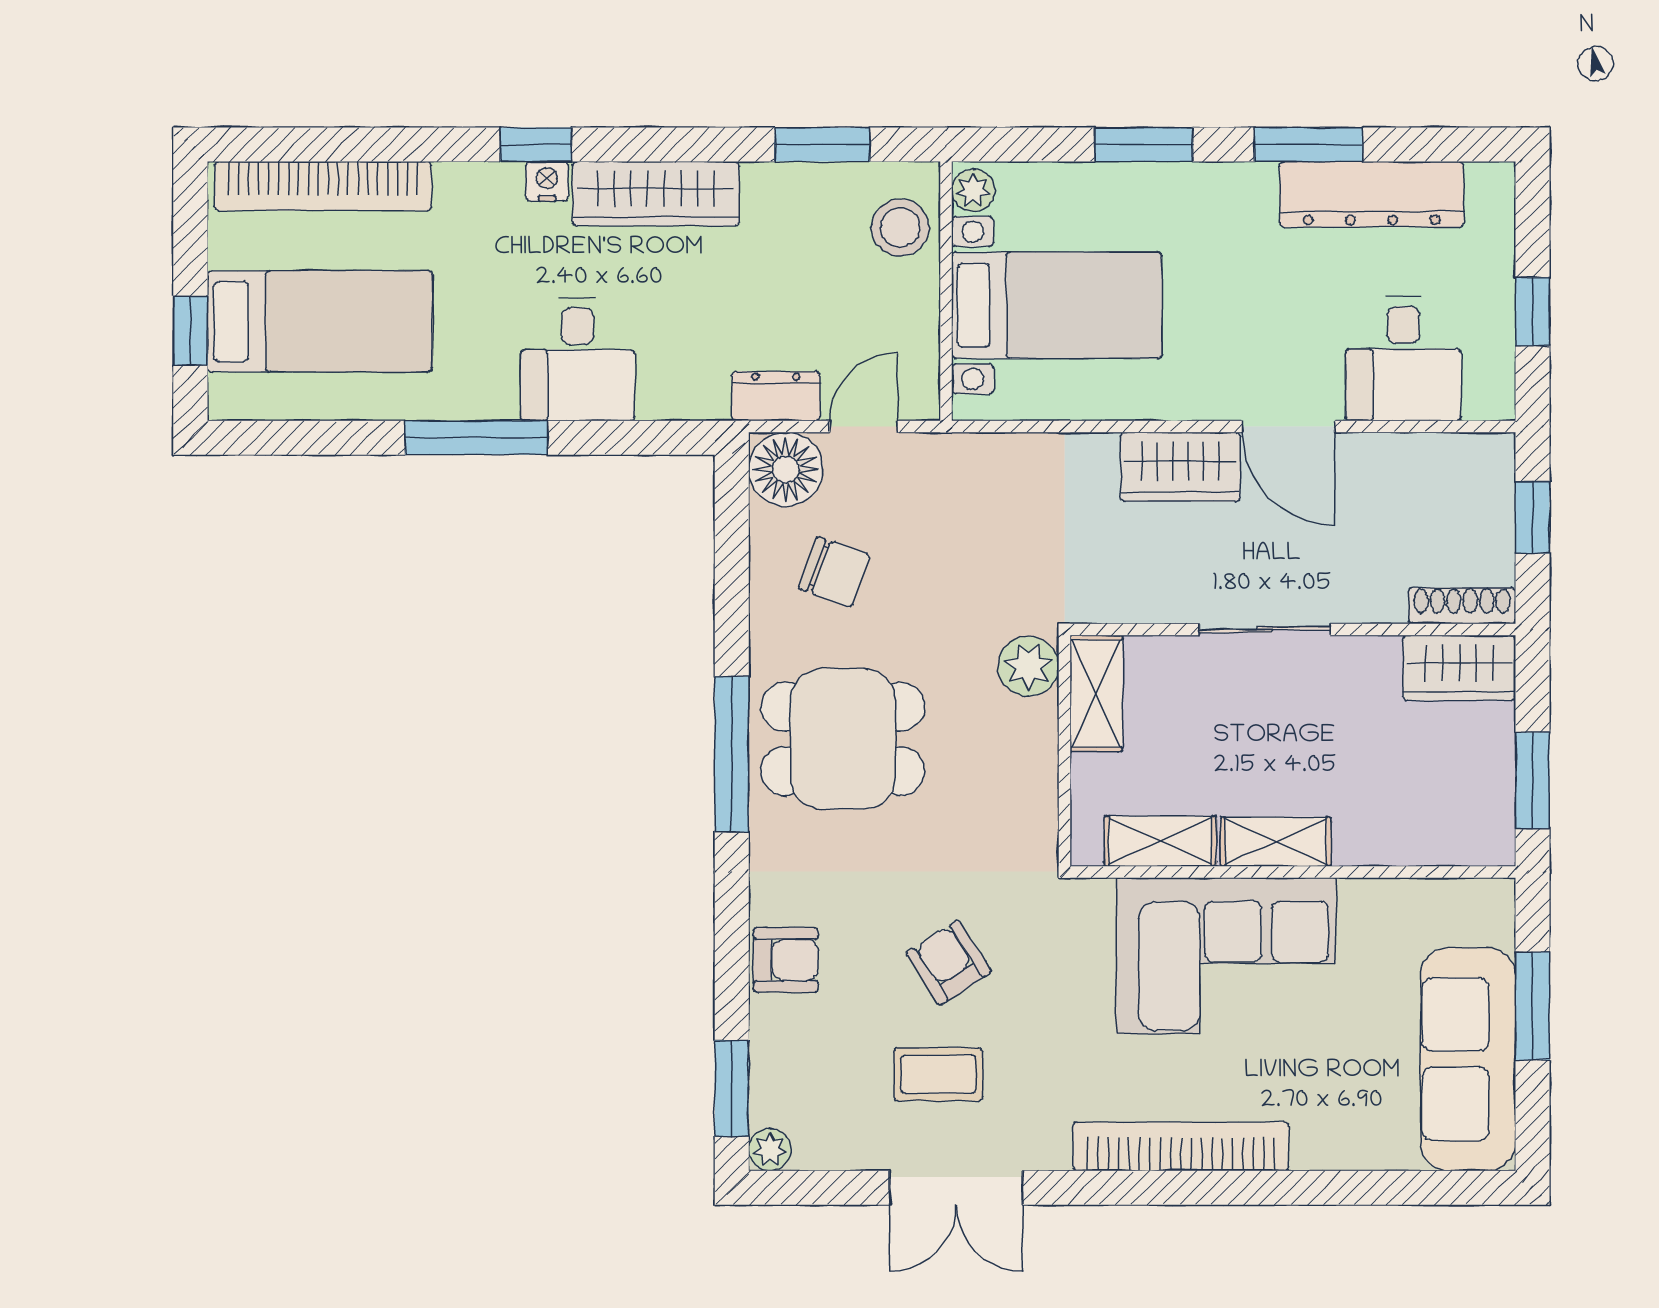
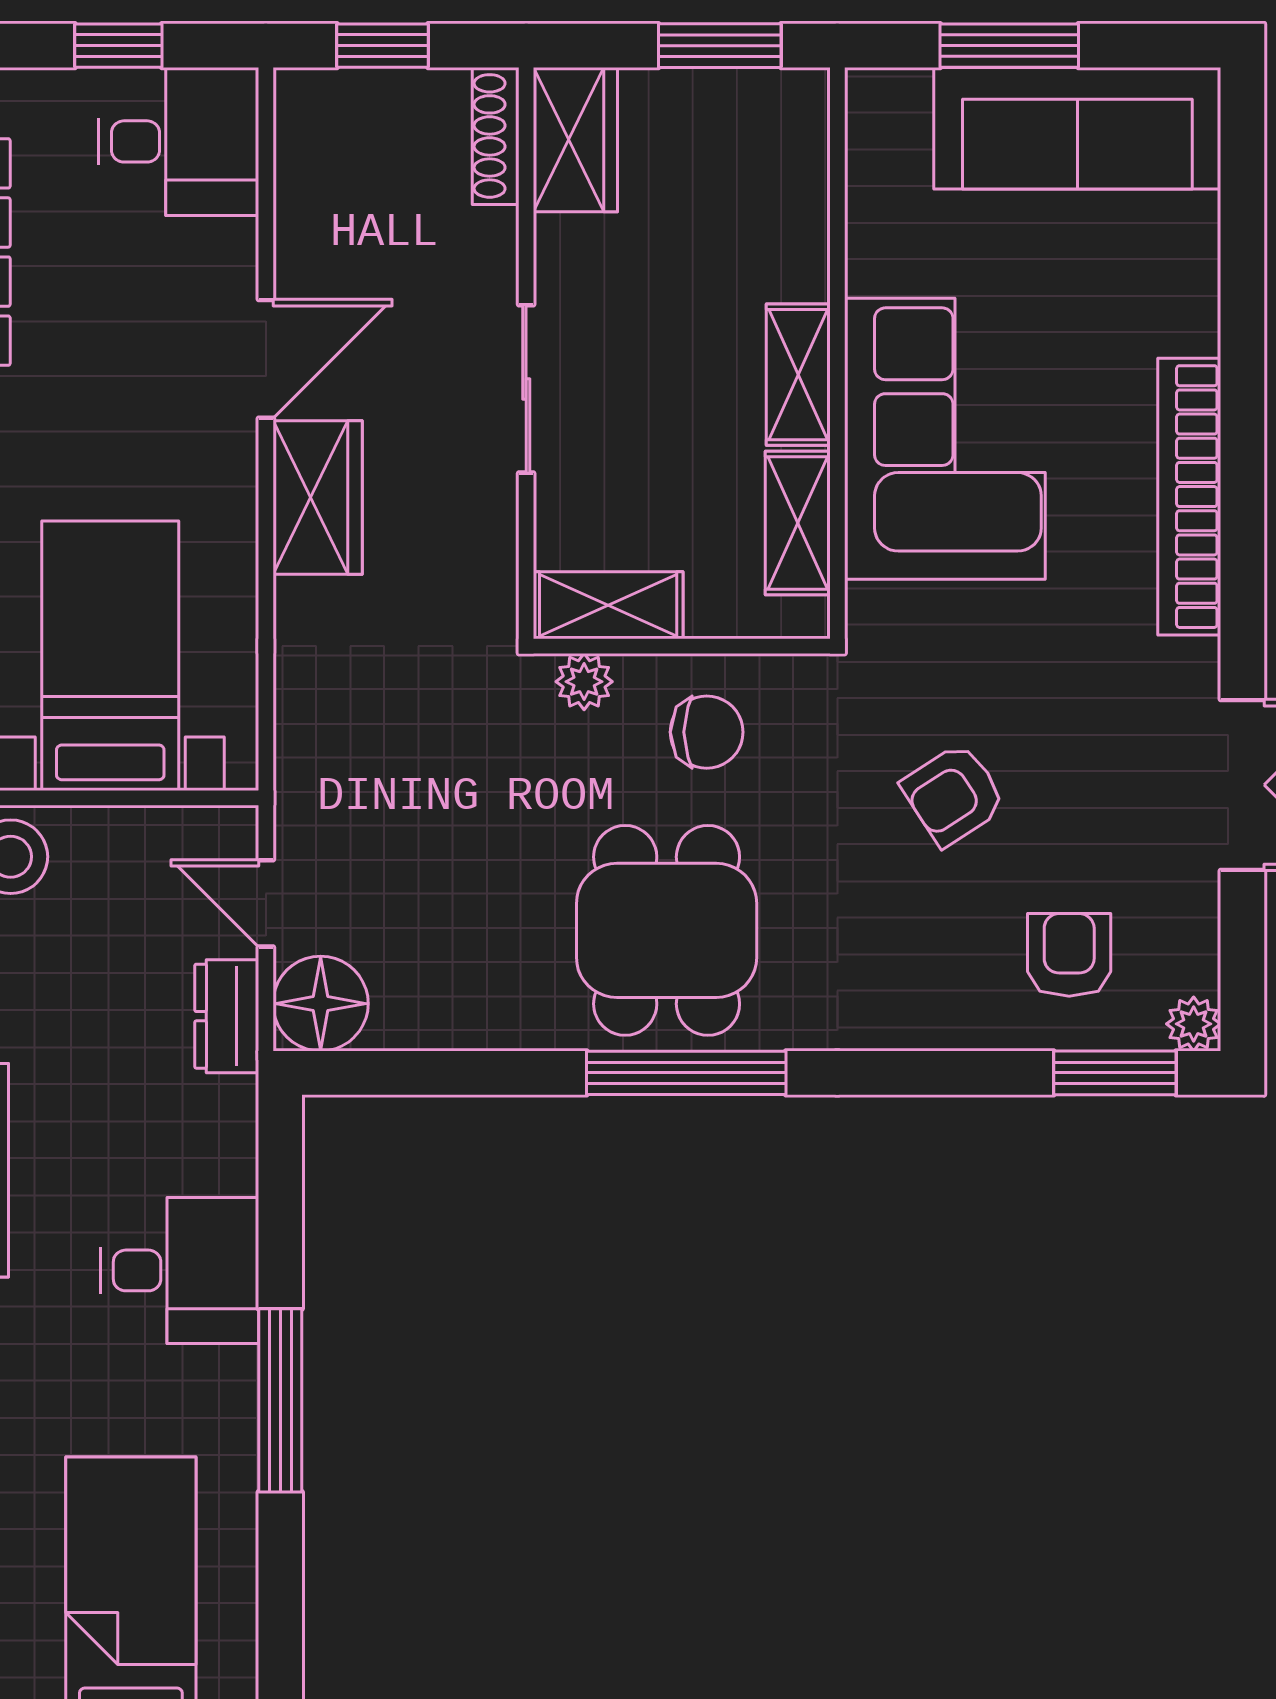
desk: (1403, 359) -> (179, 141), moved
chair: (834, 572) -> (707, 732), moved, turned 70
plant: (1028, 666) -> (584, 682), width x0.73, depth x0.73
armchair: (786, 960) -> (1069, 955), moved
coffee table: (938, 1074) -> (1097, 808), removed

